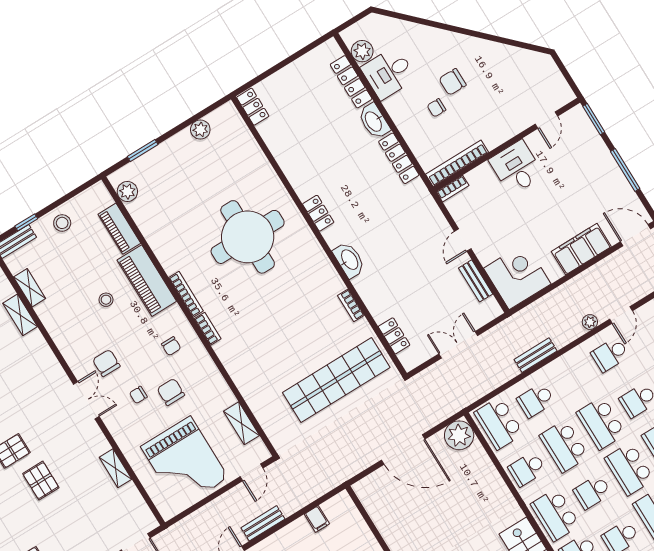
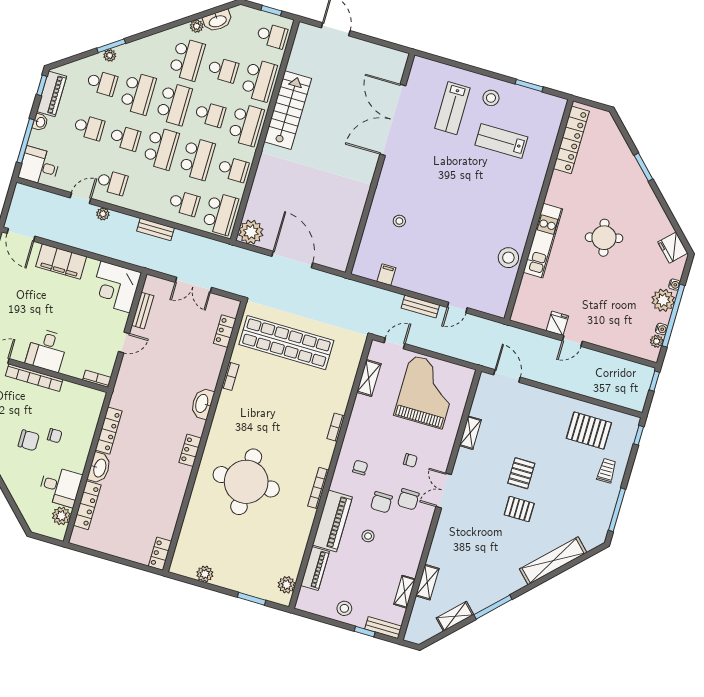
bookcase: (457, 163) -> (34, 378), moved
bookcase: (208, 329) -> (336, 427), moved
chair: (171, 392) -> (381, 502), moved

